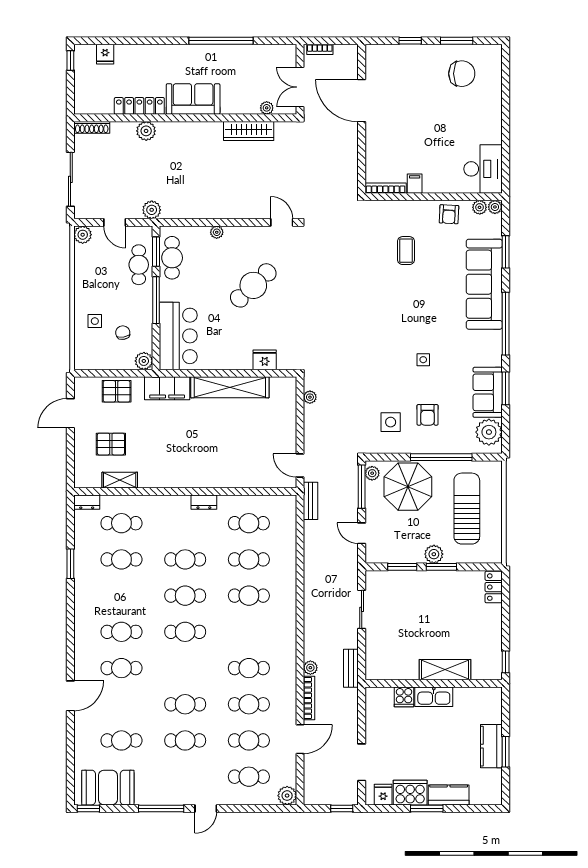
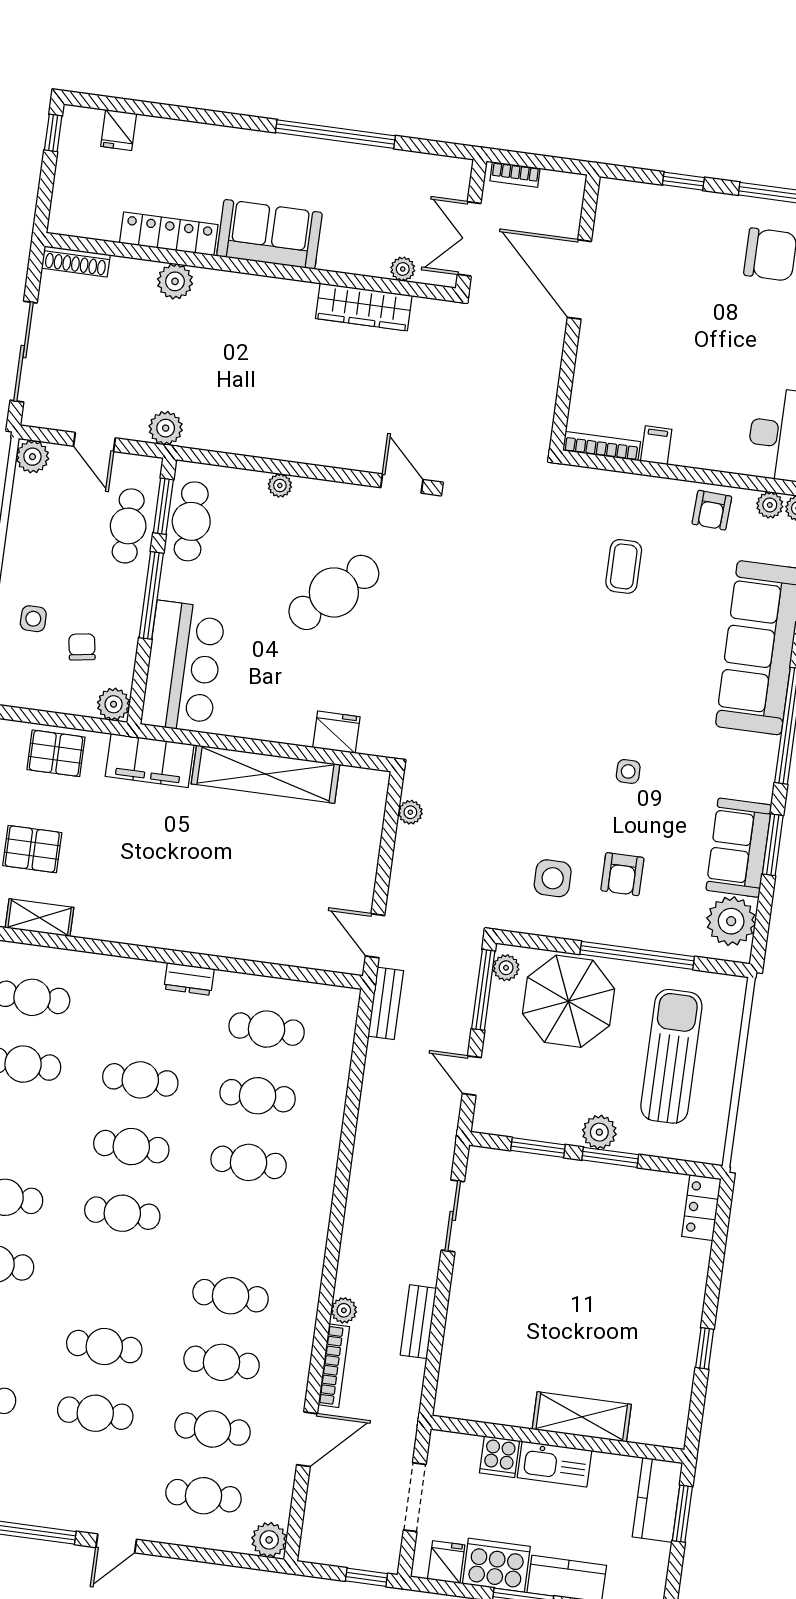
shelving: (445, 670) -> (582, 1417), moved
wall: (434, 683) -> (557, 1439), moved
cooker: (404, 697) -> (500, 1457), moved
kitchen sink: (434, 697) -> (554, 1464), moved

